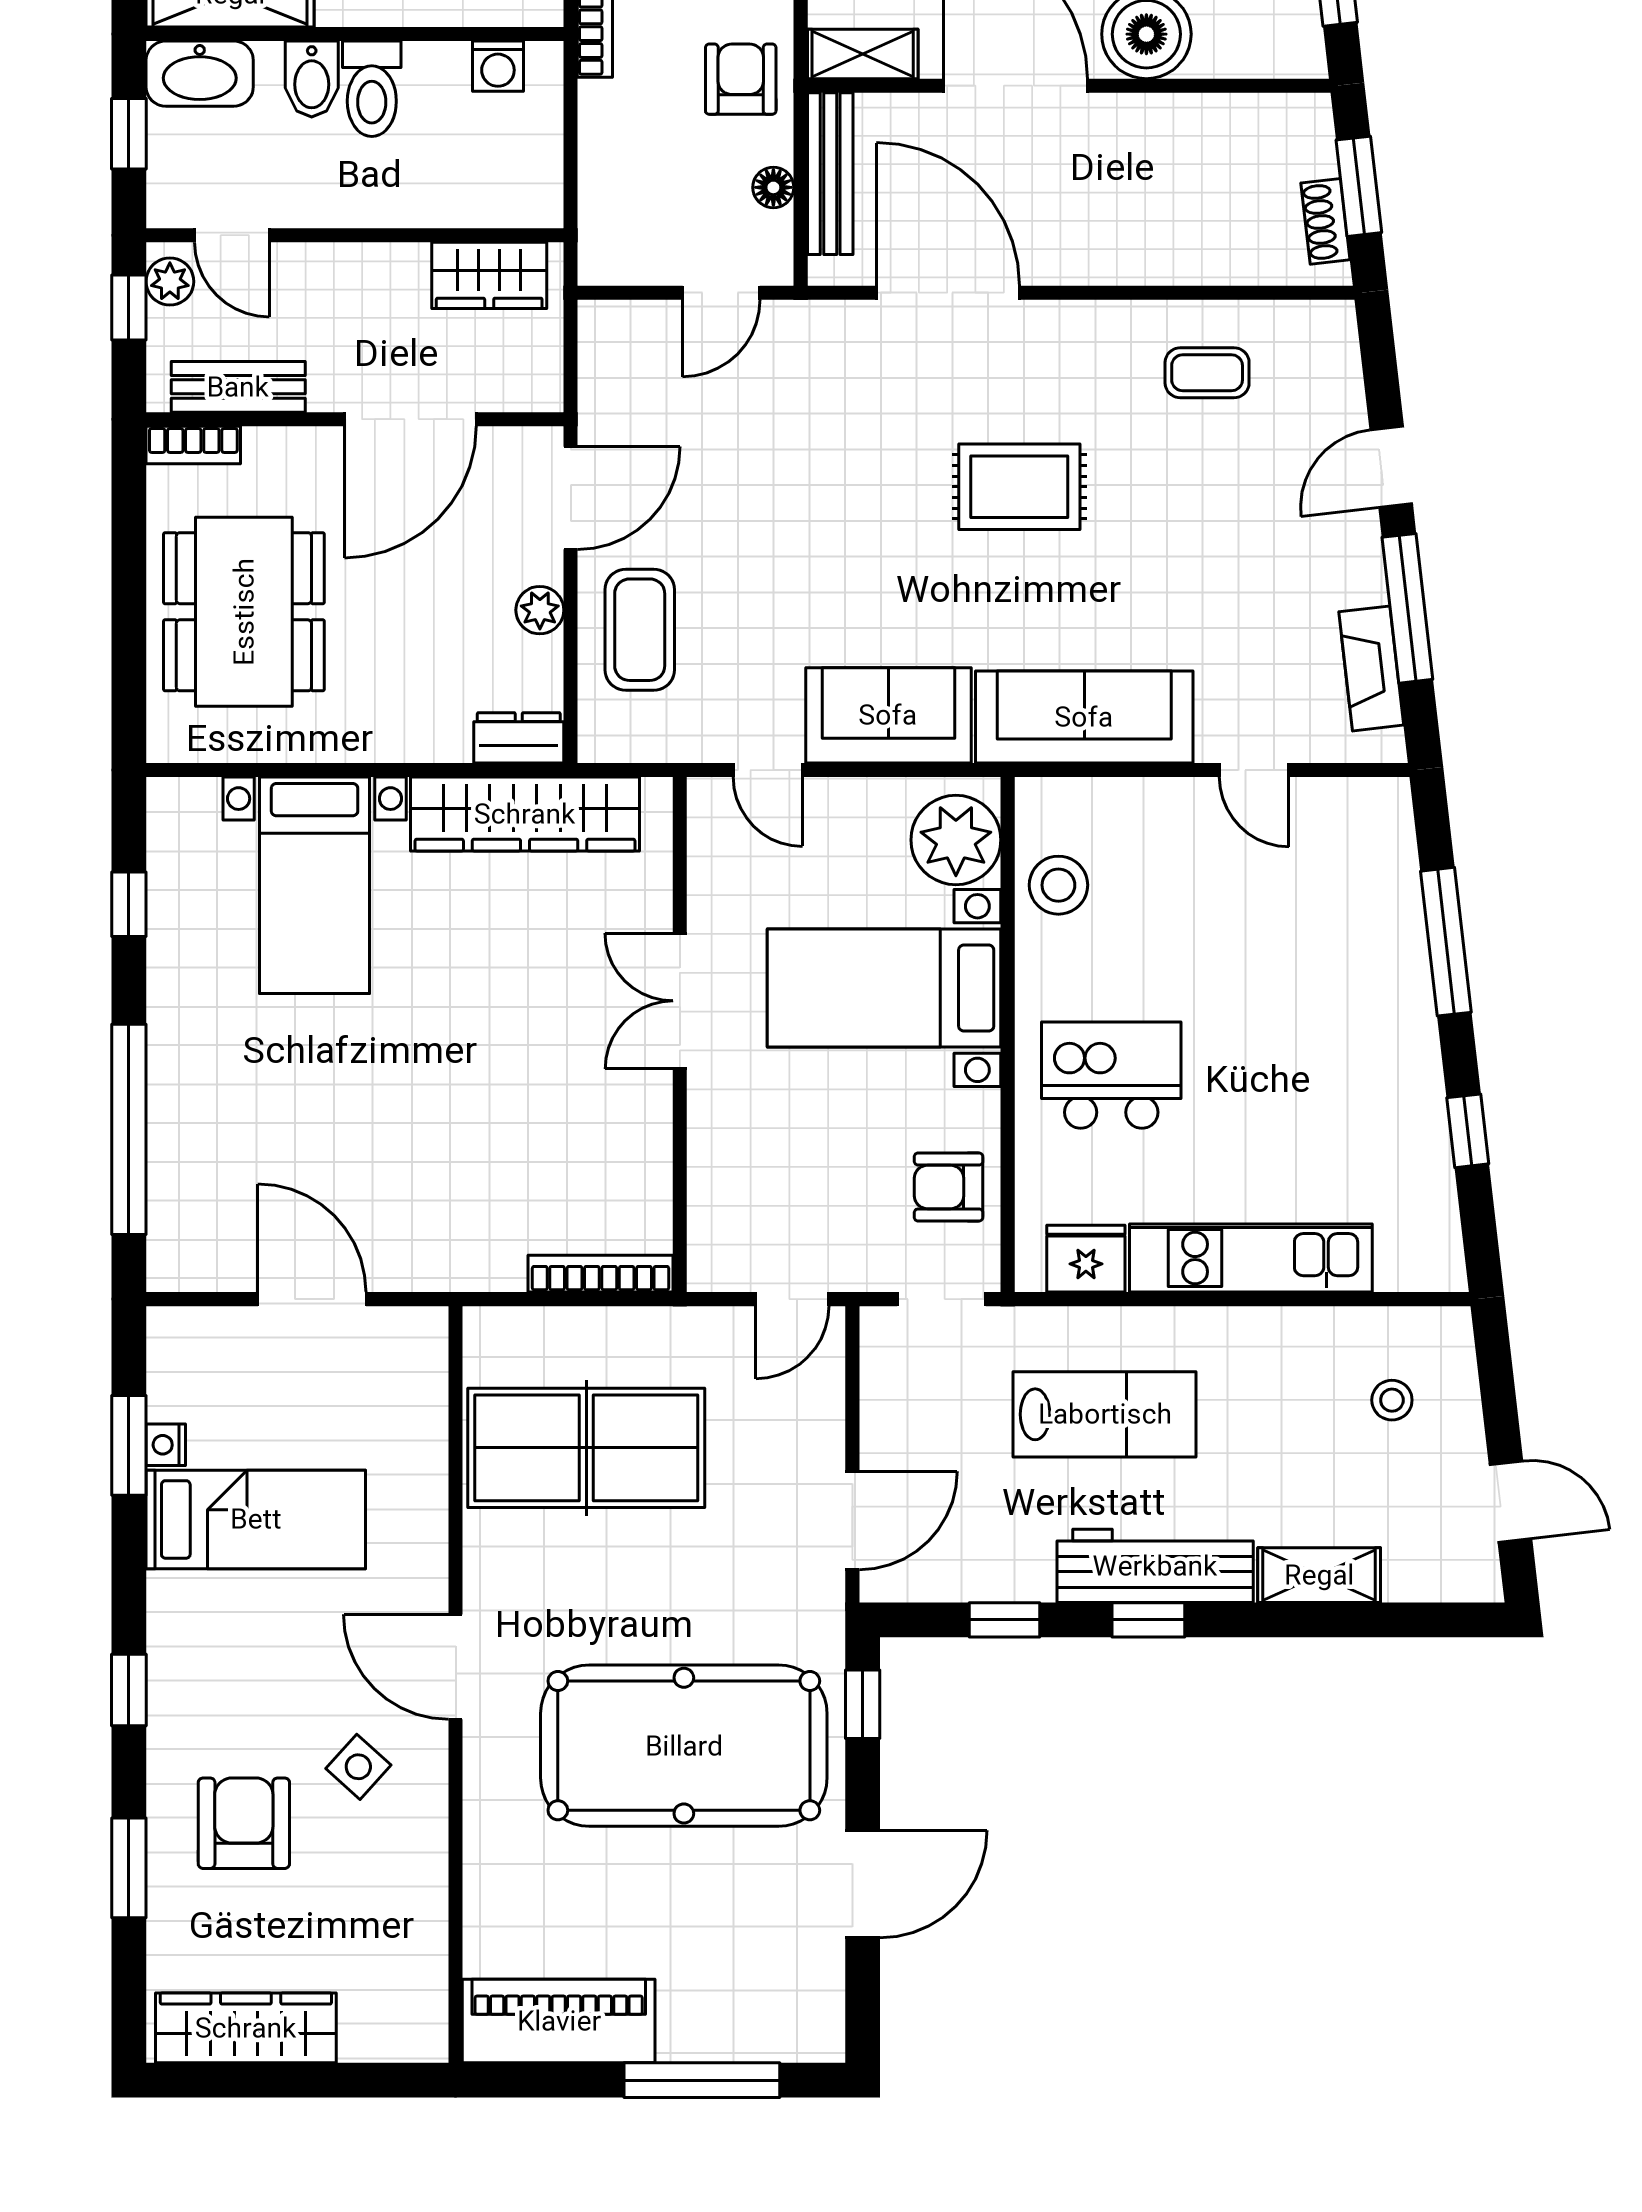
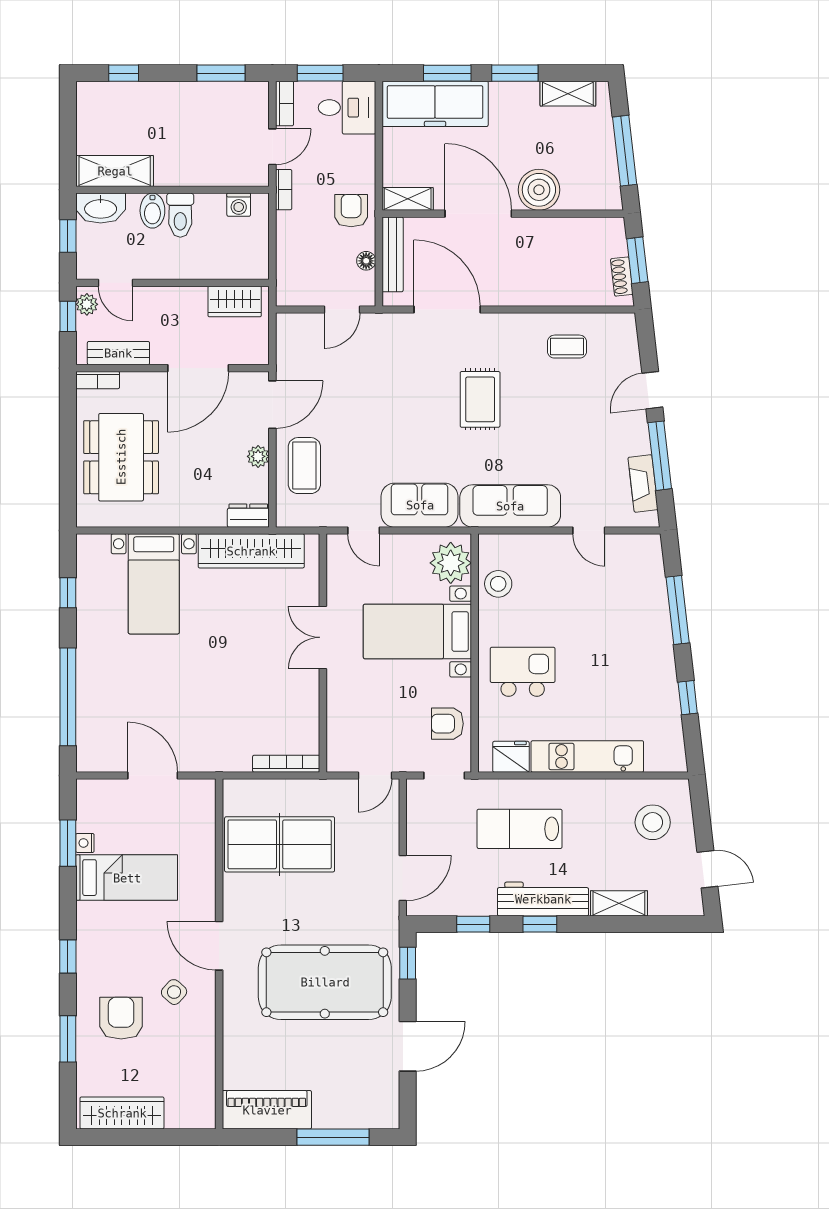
rug: (1019, 487) -> (480, 399), turned 90
stool: (1392, 1400) -> (653, 822), width x1.89, depth x1.89
lab bench: (1105, 1414) -> (520, 829), turned 180

